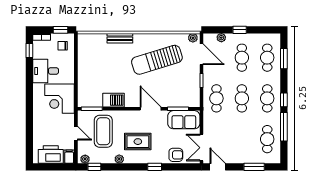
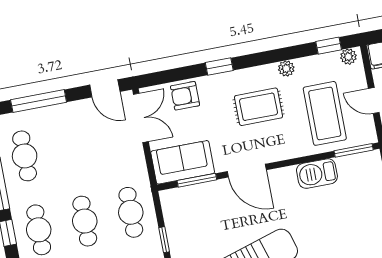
window: (254, 167) -> (39, 101), width x1.44

